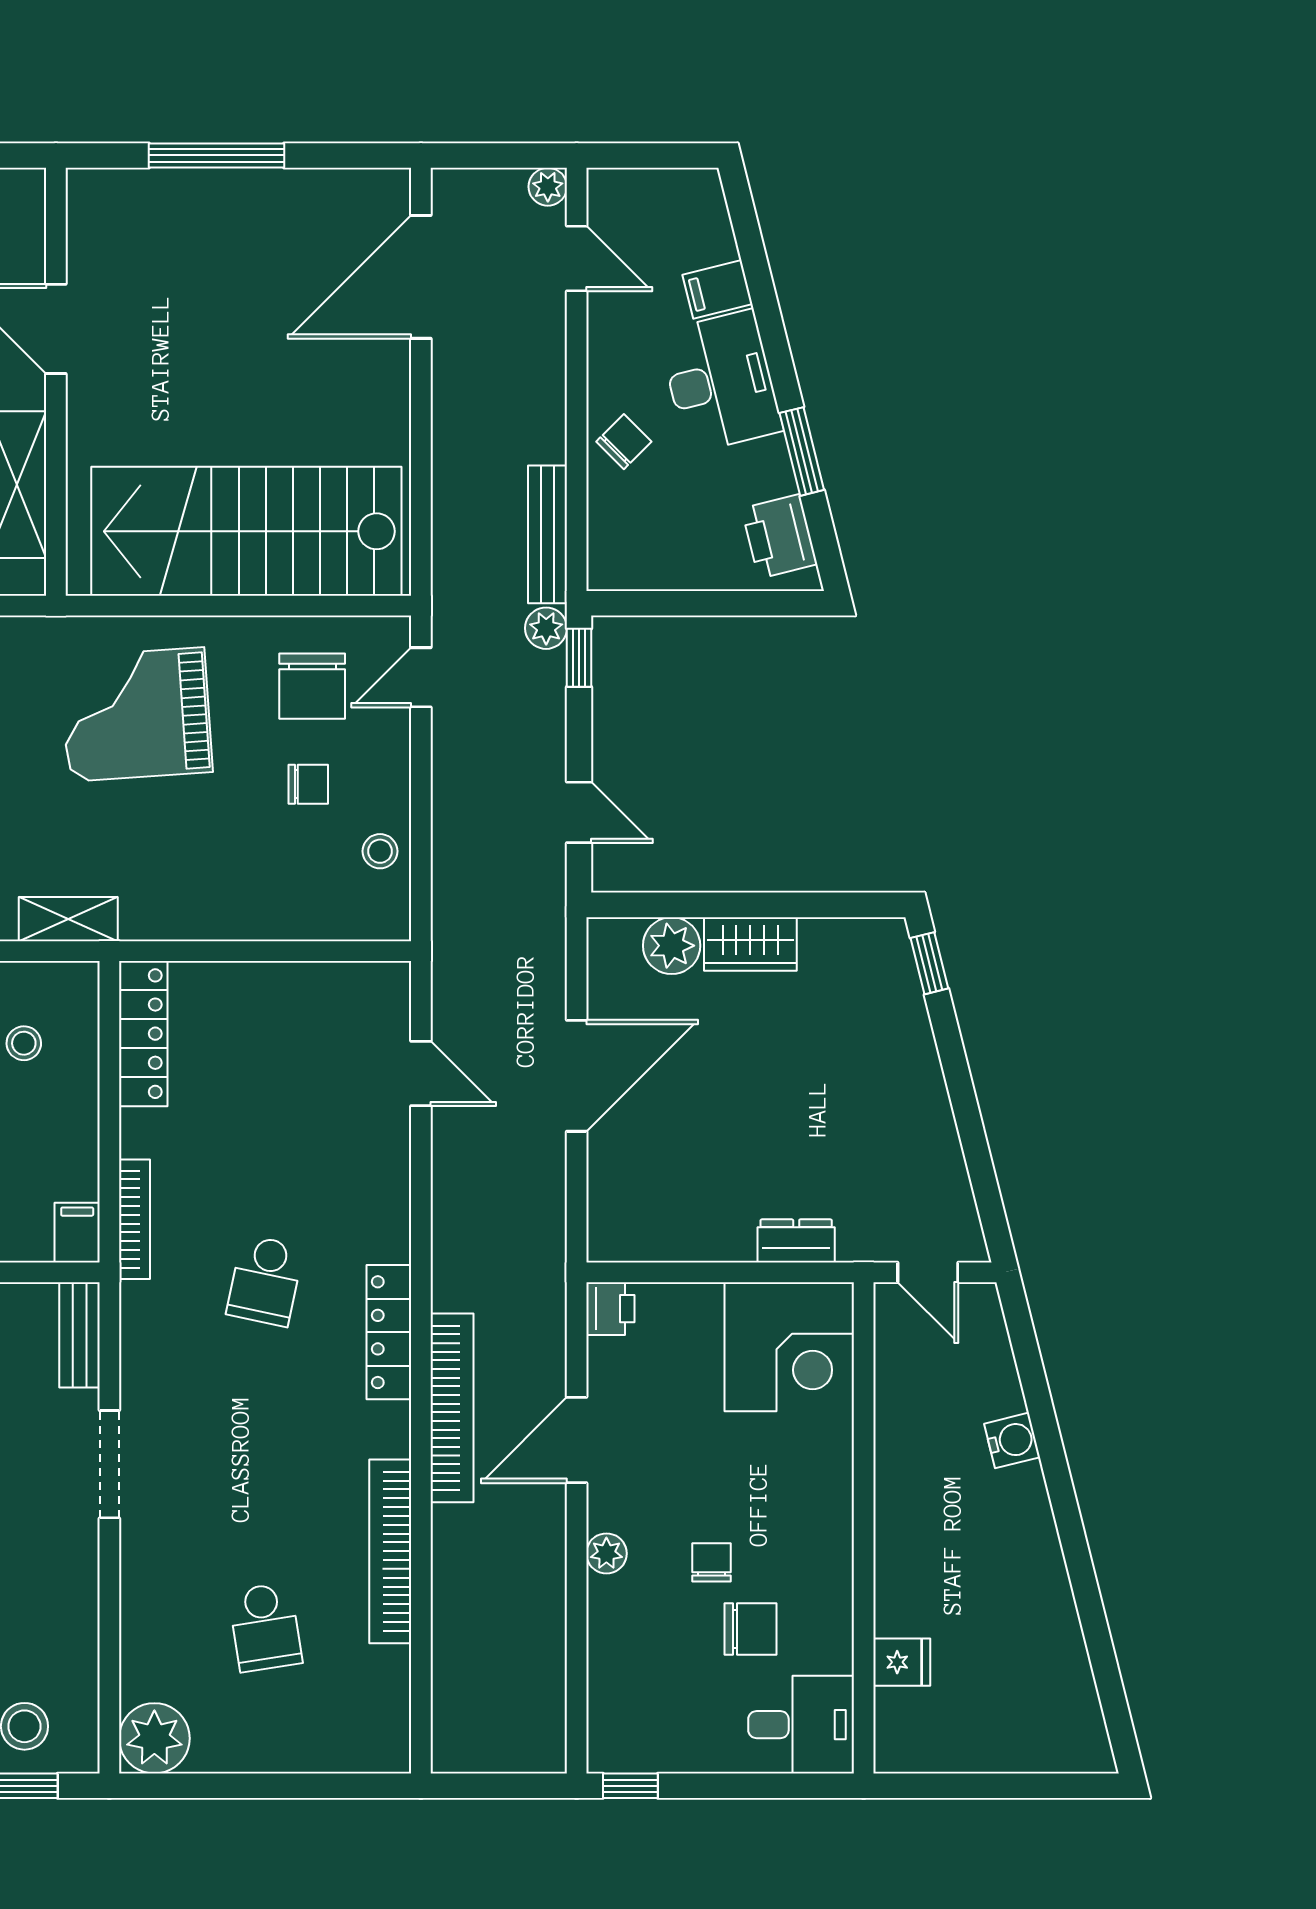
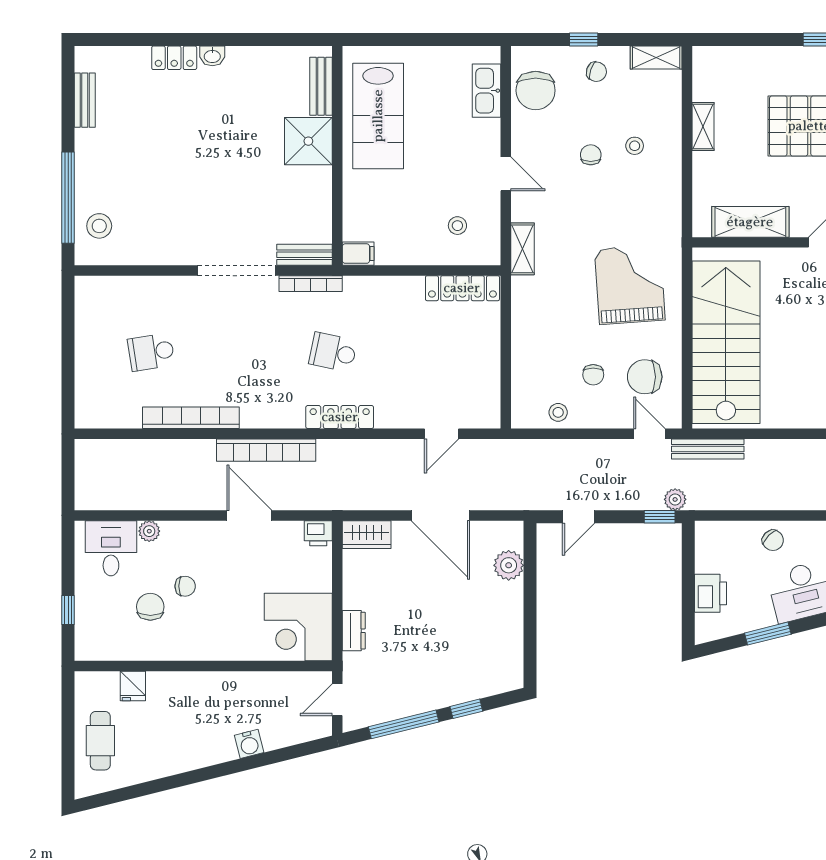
bench: (548, 534) -> (708, 449), moved
printer: (779, 536) -> (710, 593), moved, turned 104
wardrobe: (750, 944) -> (367, 535), moved, turned -90
window: (929, 963) -> (466, 709), moved
window: (975, 1146) -> (404, 724), added
bookcase: (134, 1219) -> (311, 284), moved
locker: (389, 1332) -> (340, 417), moved
doorway: (109, 1464) -> (237, 270), width x1.36
plant: (606, 1553) -> (149, 531), moved
chair: (751, 1629) -> (150, 607), turned 180
cafe table: (1006, 1724) -> (100, 741), added
desk: (801, 1725) -> (111, 548), moved, turned 180
plant: (154, 1738) -> (93, 294), removed
window: (630, 1786) -> (68, 610), moved

